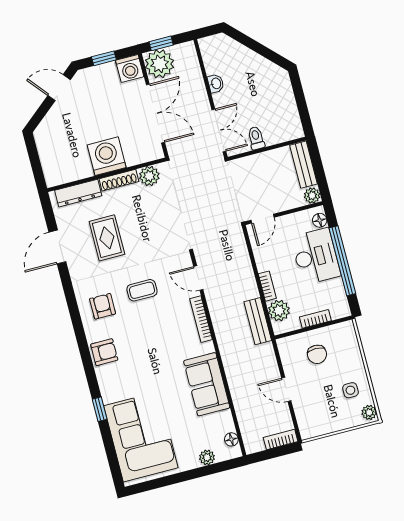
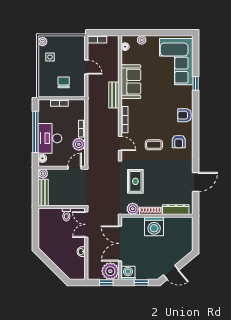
rug: (107, 238) -> (135, 181), moved
plant: (279, 311) -> (79, 144), moved
bench: (258, 321) -> (114, 95), moved

